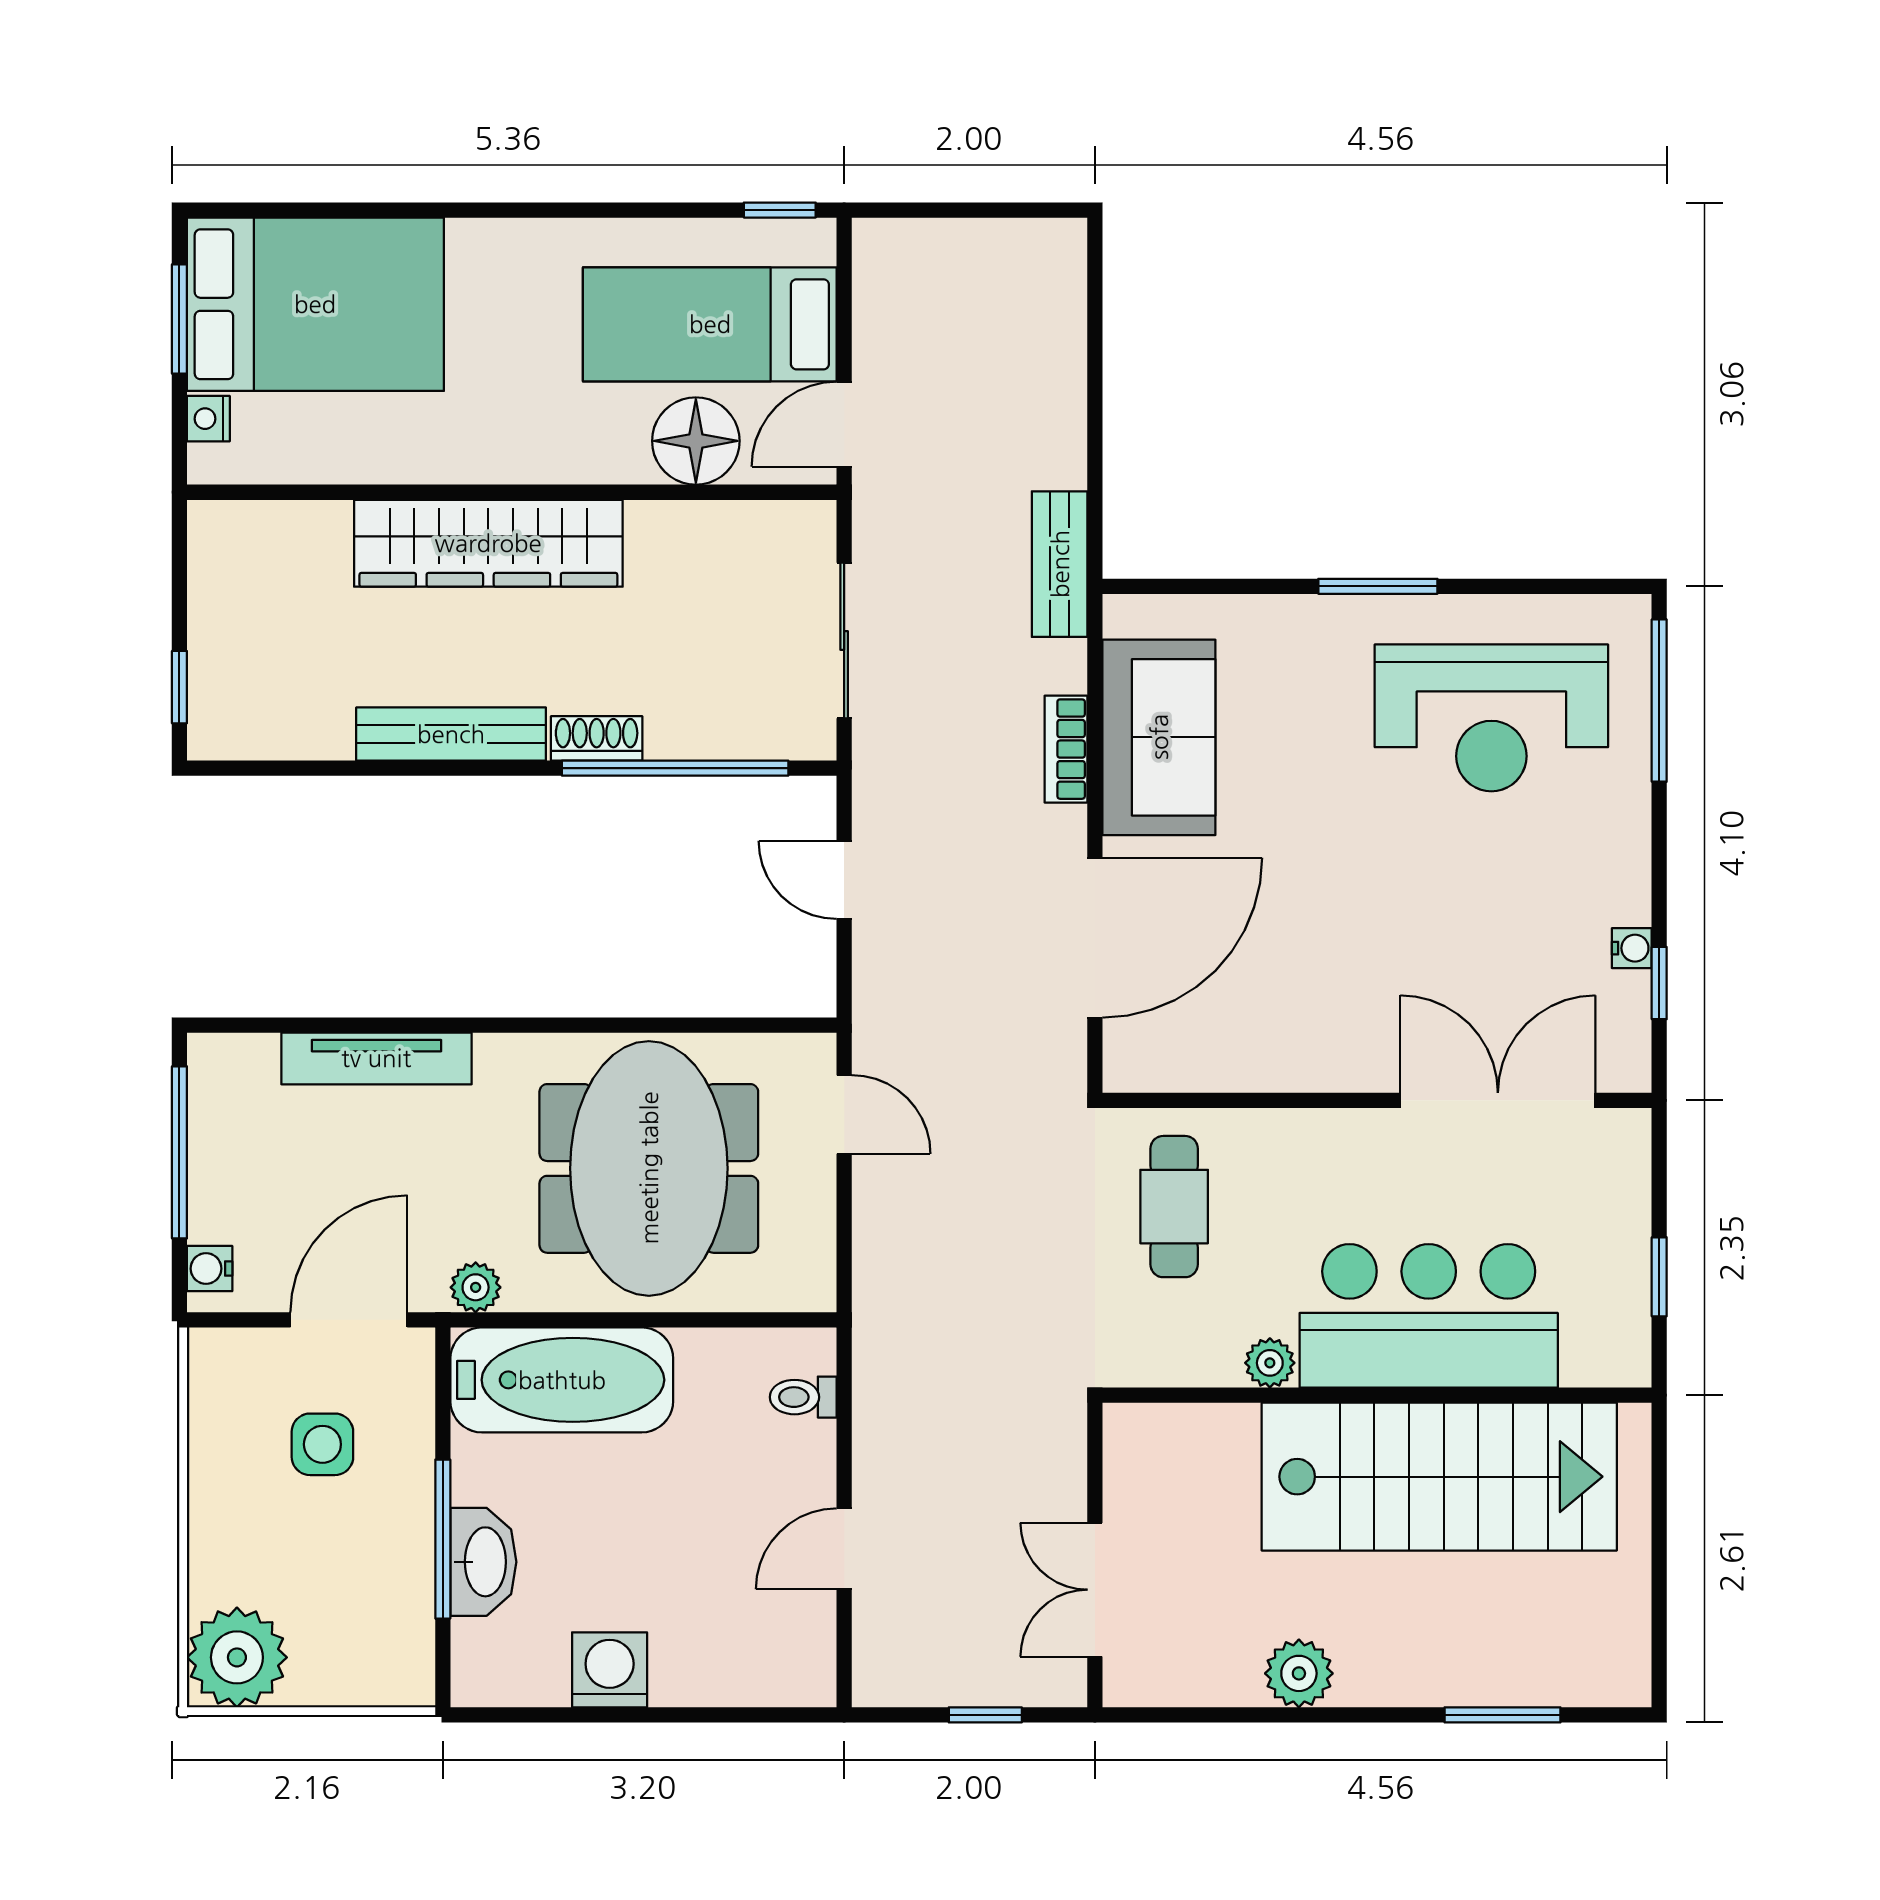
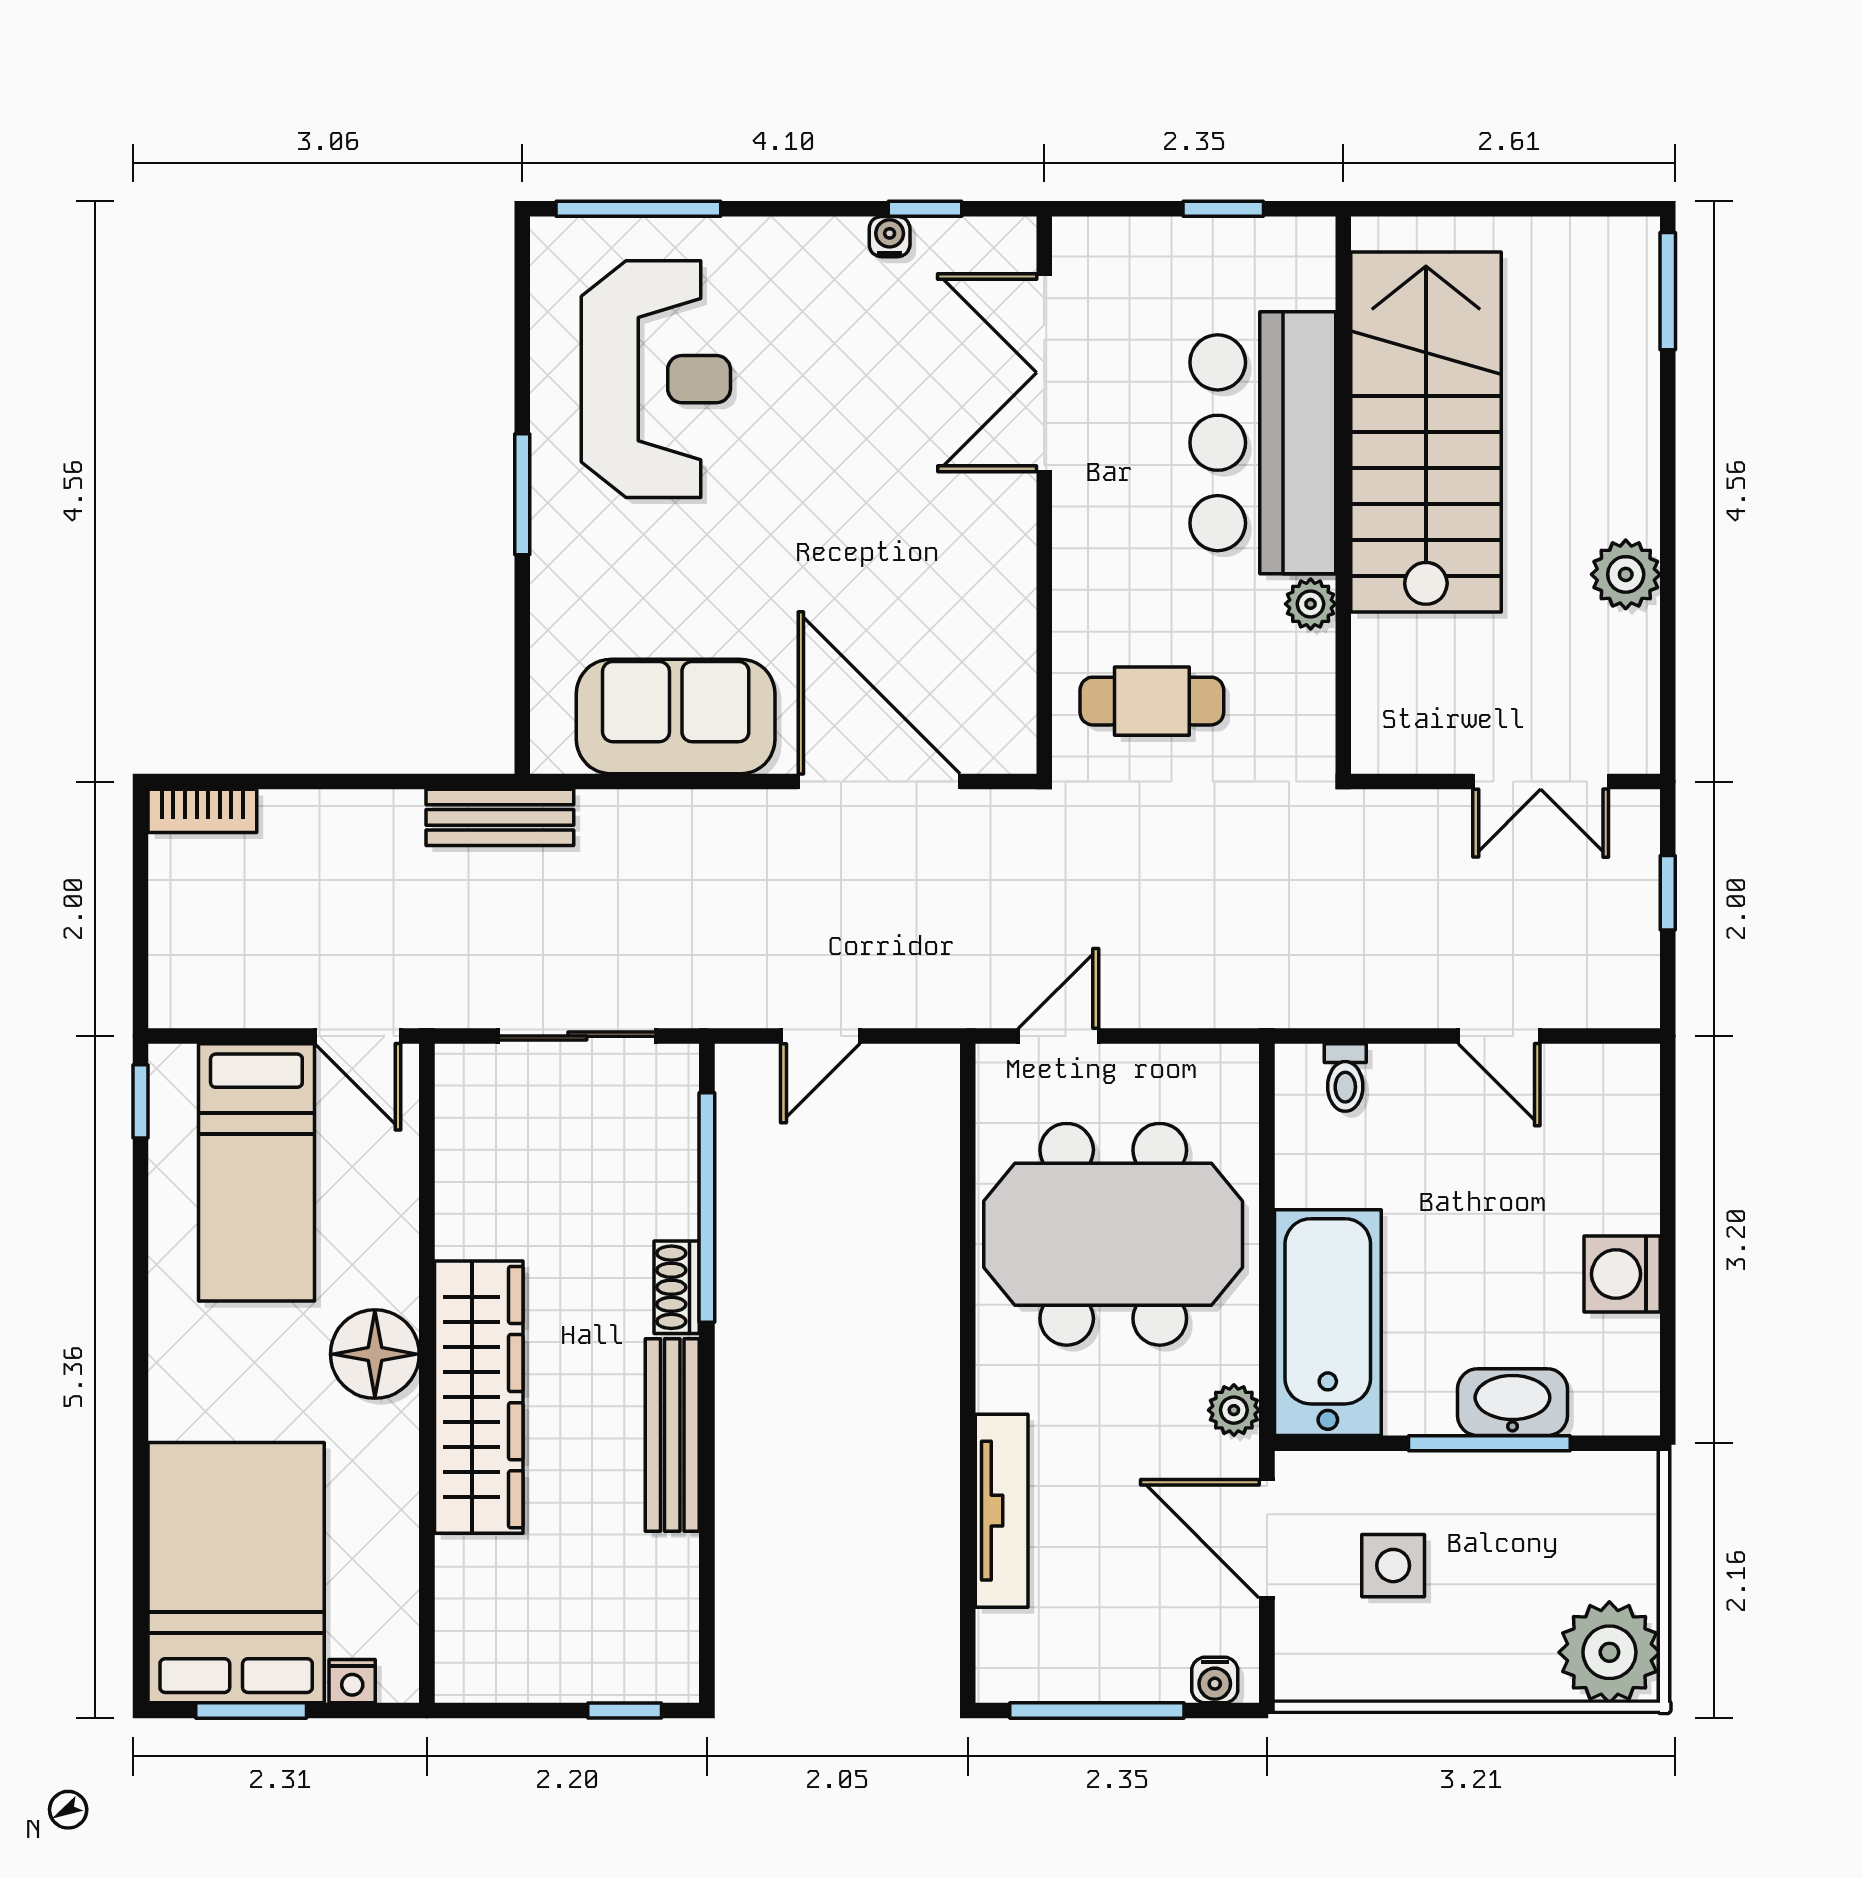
floor lamp: (696, 441) -> (375, 1354), moved
bookcase: (1066, 749) -> (202, 811), moved
window: (1502, 1715) -> (1668, 291), moved

